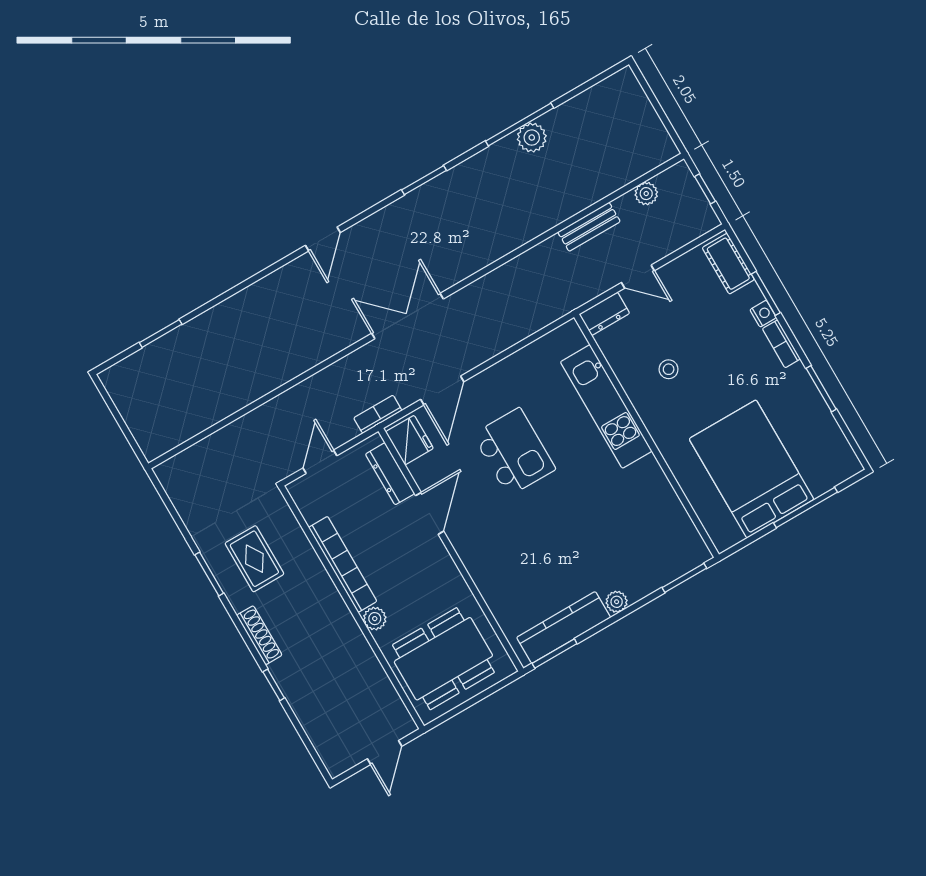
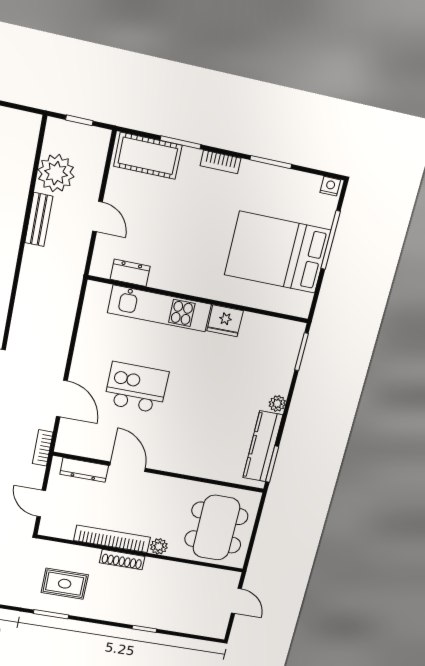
plant: (646, 194) -> (56, 173), width x1.88, depth x1.88
cot: (728, 264) -> (148, 156), width x1.37, depth x1.34
door: (638, 277) -> (98, 216), hinge flipped
dresser: (604, 314) -> (130, 273), moved, turned -90
nightstand: (763, 314) -> (330, 186), moved
stool: (669, 369) -> (172, 249), removed
fridge: (409, 440) -> (225, 321), moved, turned 180
shoe rack: (259, 635) -> (122, 560), moved, turned 180

